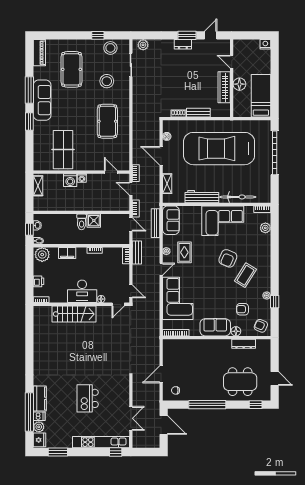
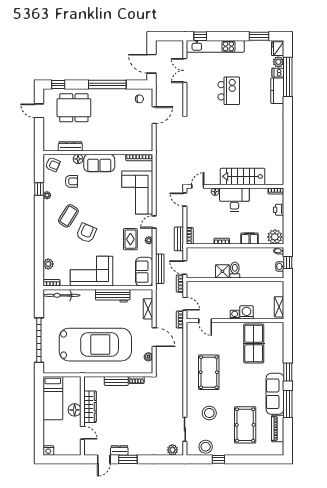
dresser: (183, 44) -> (119, 450), moved
piano: (39, 53) -> (278, 429), moved
bicycle: (238, 197) -> (62, 295), moved

